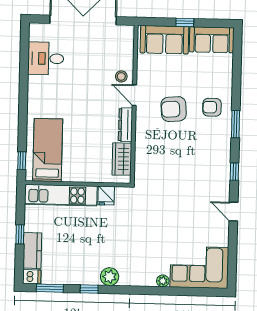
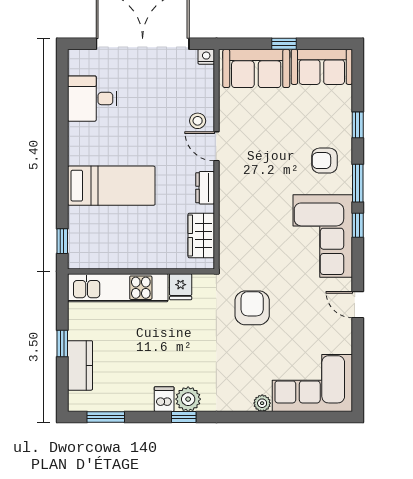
nightstand: (129, 30) -> (206, 57), added
window: (237, 82) -> (358, 125), added
armchair: (174, 109) -> (252, 308), moved, turned 95
dresser: (126, 125) -> (205, 188), width x0.70
bed: (48, 150) -> (111, 186), moved, turned 90
corner sofa: (209, 162) -> (323, 236), added
window: (234, 172) -> (358, 225), moved
dishwasher: (32, 277) -> (164, 399), moved, turned -90
window: (89, 289) -> (184, 417), moved

